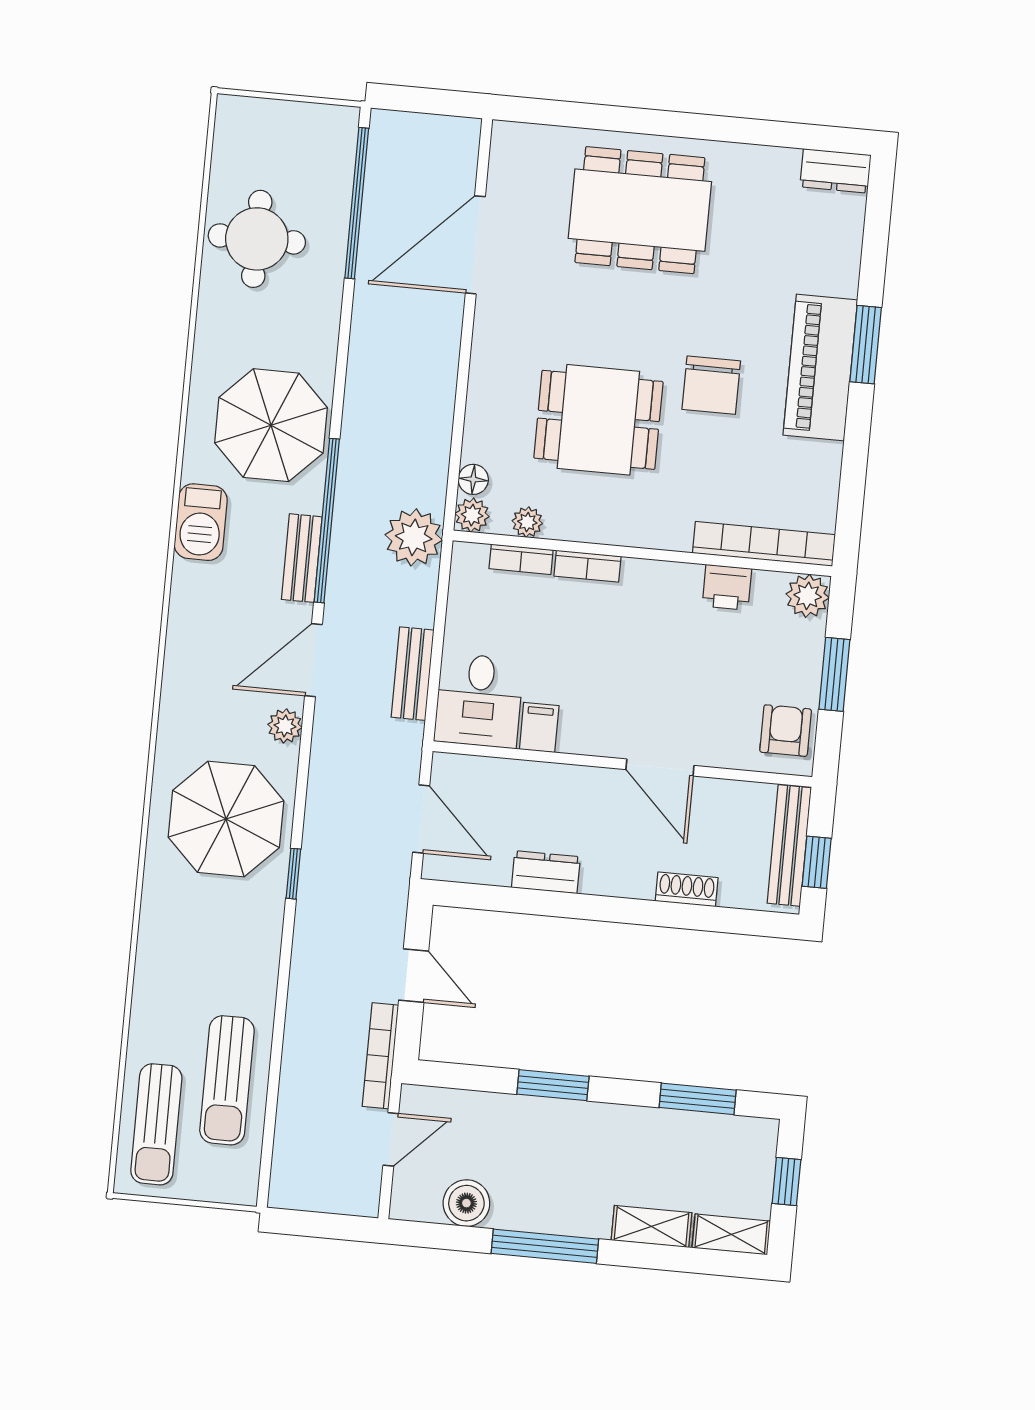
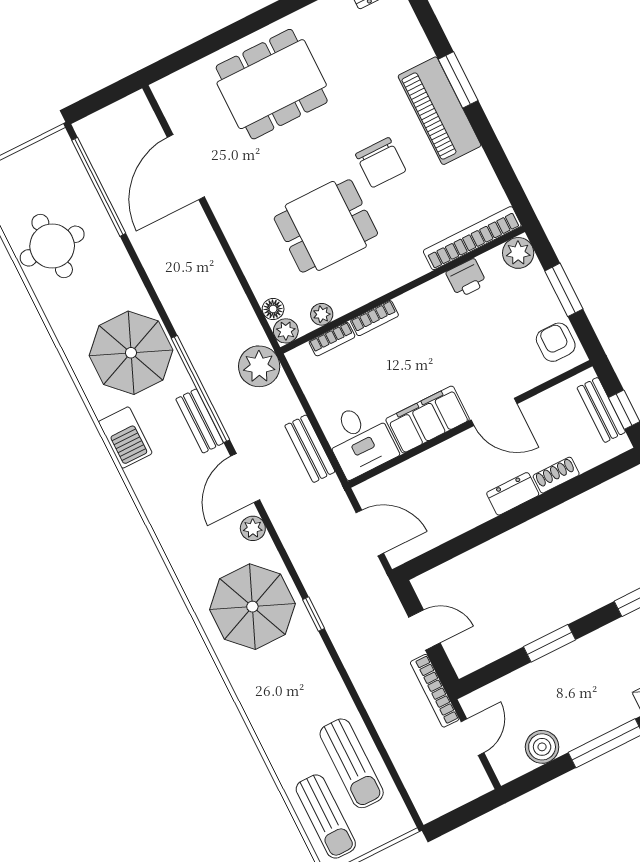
filing cabinet: (539, 727) -> (428, 420), width x3.00, depth x1.17
bench: (789, 845) -> (601, 410), width x0.73
dresser: (546, 872) -> (513, 494), moved

